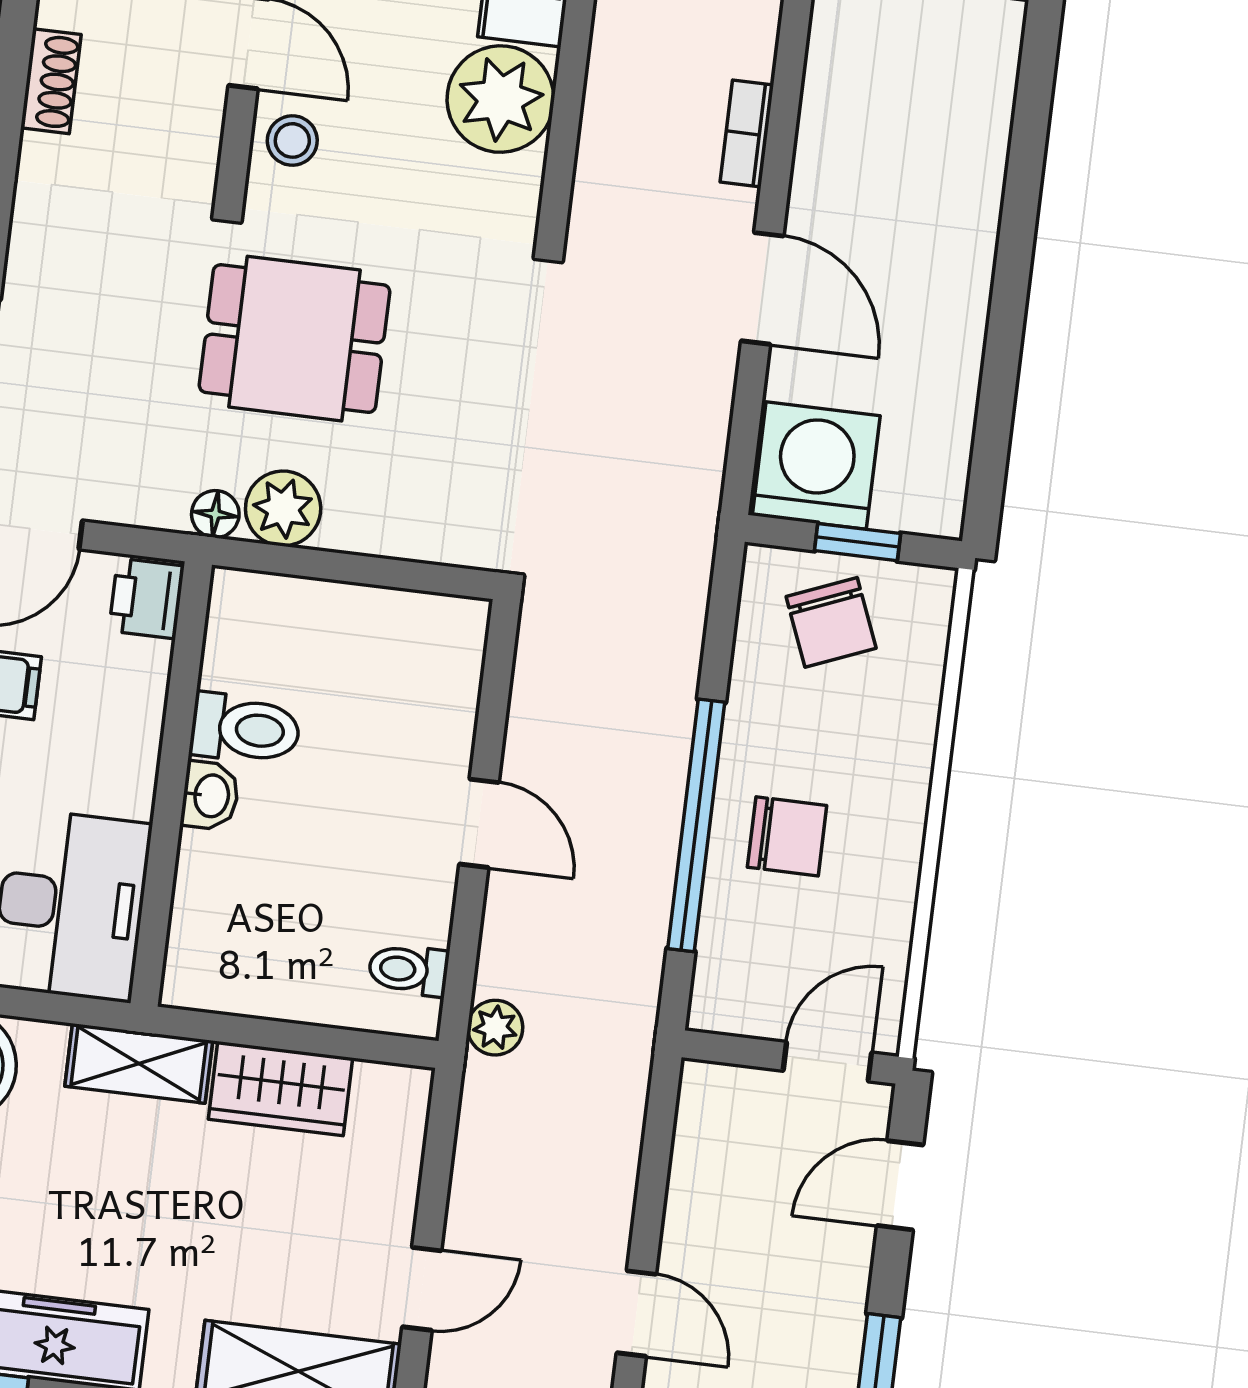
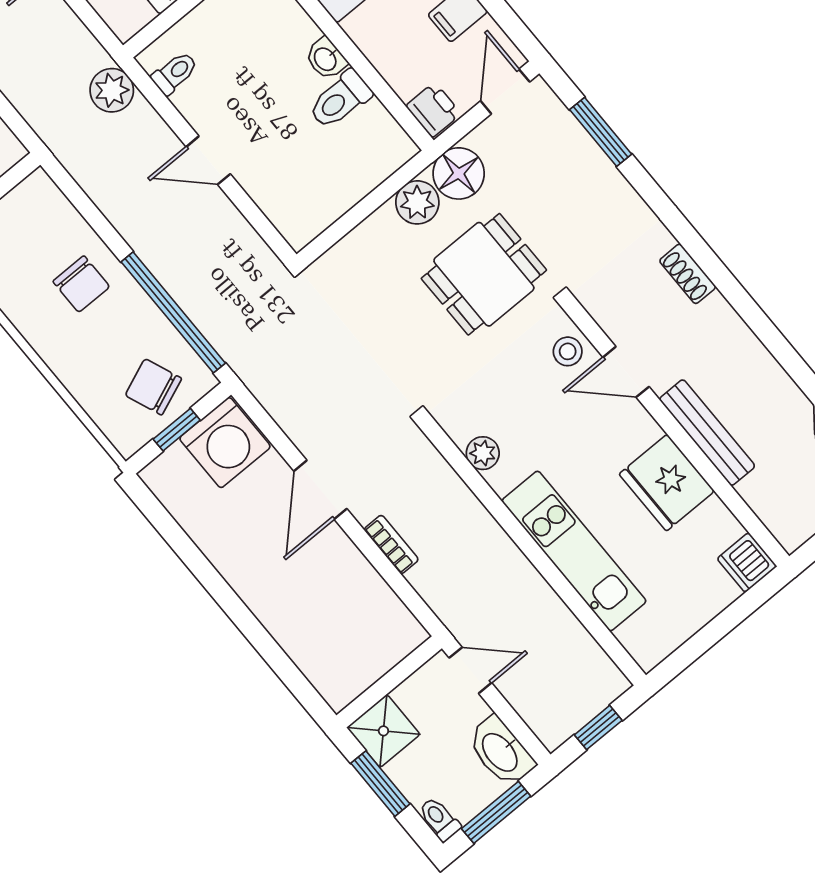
plant: (501, 99) -> (483, 453), width x0.53, depth x0.53
door: (762, 288) -> (320, 490), hinge flipped
floor lamp: (215, 514) -> (459, 173), width x1.89, depth x1.89
window: (696, 825) -> (173, 312), moved
chair: (787, 836) -> (81, 284), turned -90
plant: (495, 1028) -> (112, 90), width x1.38, depth x1.38

